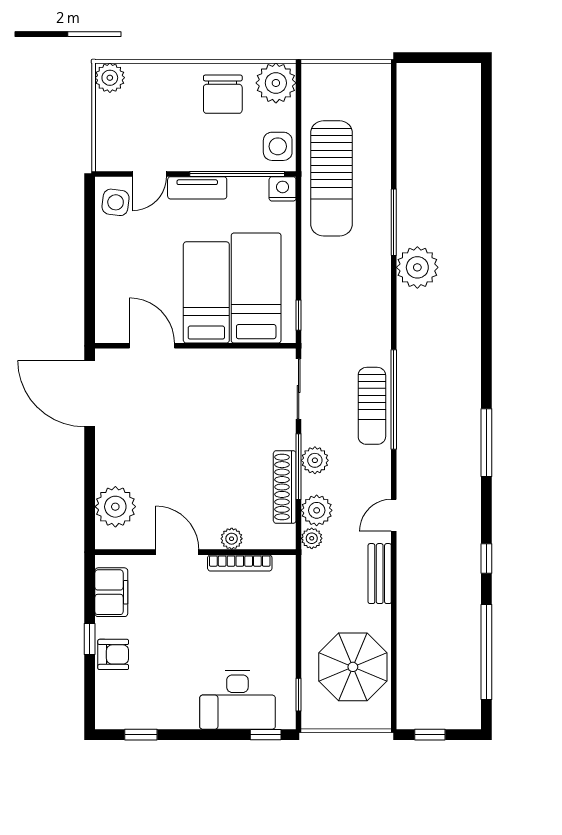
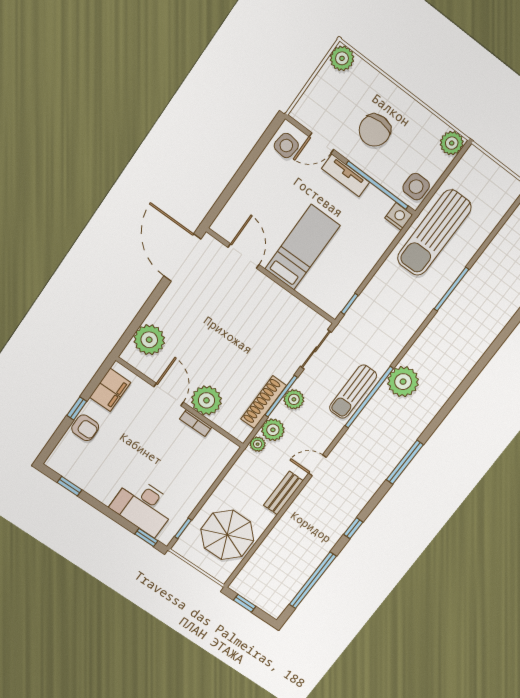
plant: (276, 83) -> (452, 143), width x0.73, depth x0.73
chair: (223, 94) -> (375, 130), moved
plant: (417, 267) -> (403, 382), moved
bed: (256, 288) -> (336, 267), removed
plant: (232, 539) -> (206, 400), width x1.88, depth x1.88
bookcase: (240, 563) -> (196, 423), width x0.64

